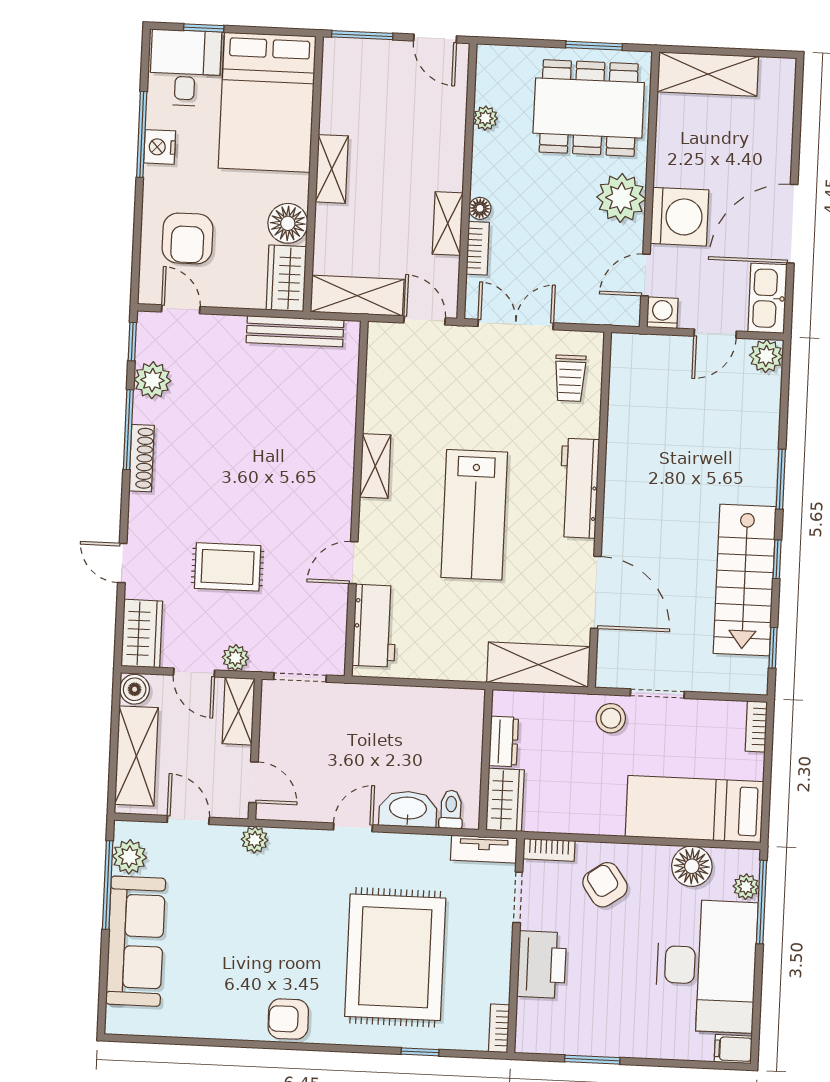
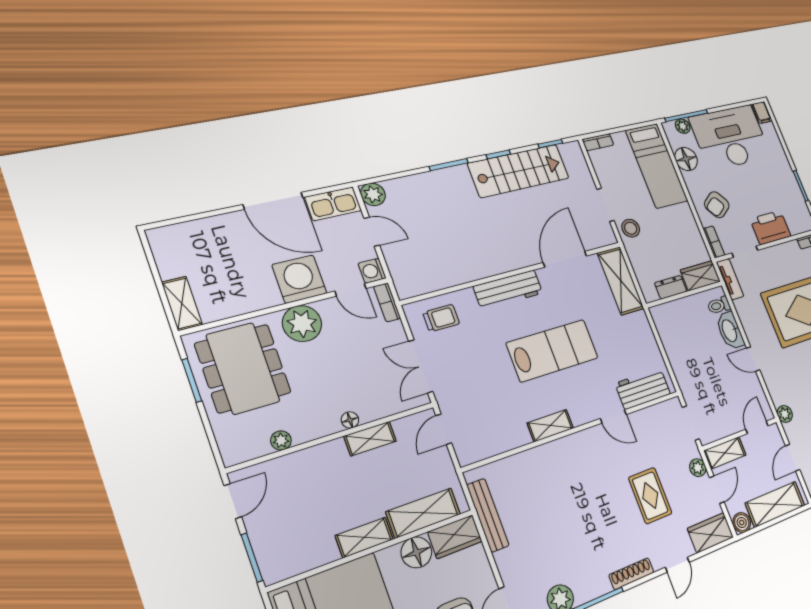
shelving: (708, 74) -> (182, 303), width x0.67, depth x0.75
bookcase: (478, 248) -> (387, 302), moved, turned -90
shelving: (357, 296) -> (423, 513), moved, turned 90
shoe rack: (142, 458) -> (631, 574), moved

